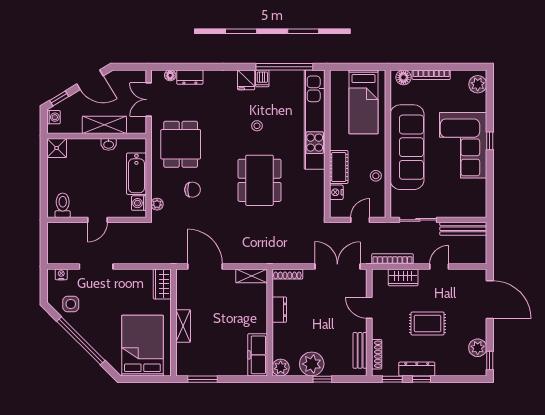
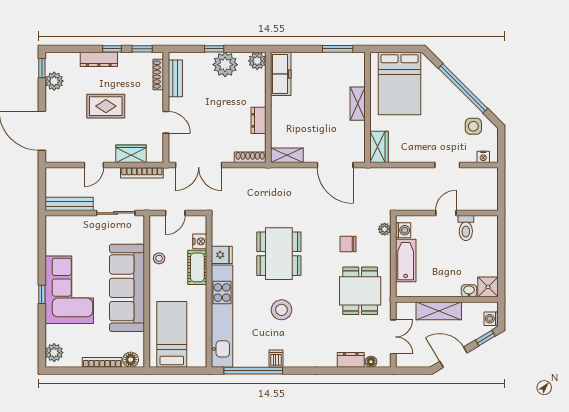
fridge: (246, 80) -> (222, 255), moved, turned 90
stool: (257, 126) -> (282, 310), width x1.89, depth x1.89
washbasin: (109, 144) -> (469, 291), moved
toilet: (63, 205) -> (466, 228), moved
doorway: (96, 266) -> (447, 165), width x0.73
dresser: (417, 369) -> (99, 59), moved

